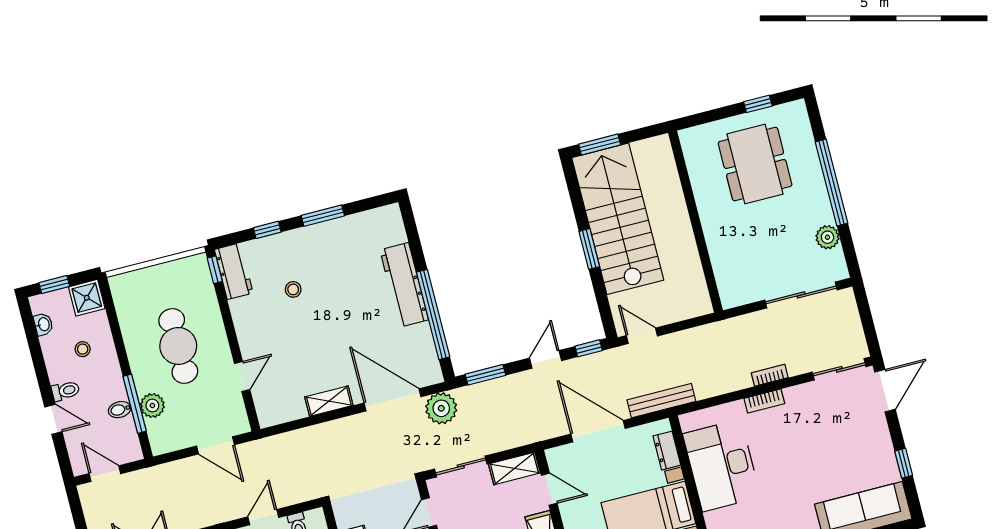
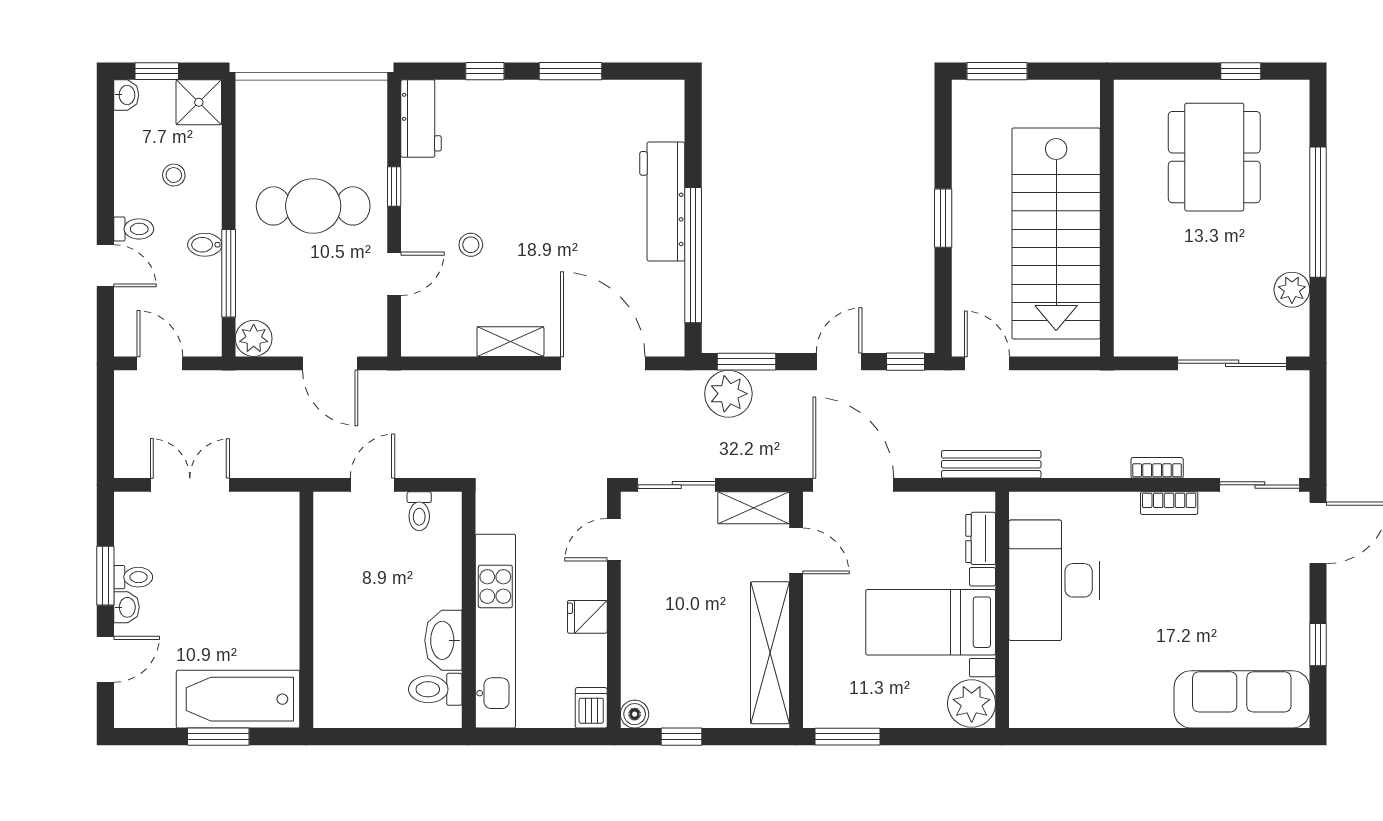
stairs: (618, 219) -> (1056, 234), moved, turned 180
window: (215, 270) -> (394, 186), moved
stool: (293, 289) -> (471, 245), moved
washbasin: (43, 324) -> (126, 95), moved
cafe table: (178, 346) -> (313, 206), turned 90
bookcase: (764, 401) -> (1169, 503), moved
plant: (152, 406) -> (254, 338), moved
plant: (441, 408) -> (728, 394), moved
bidet: (120, 410) -> (205, 245), moved
door: (598, 431) -> (853, 485), moved

